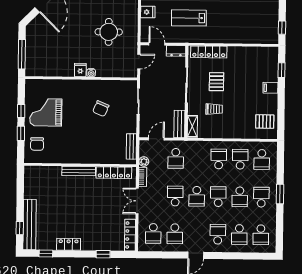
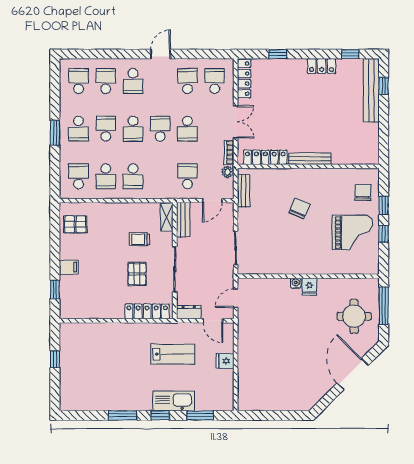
window: (282, 28) -> (55, 359), moved
round table: (109, 32) -> (354, 316), moved
chair: (101, 109) -> (299, 209), moved

